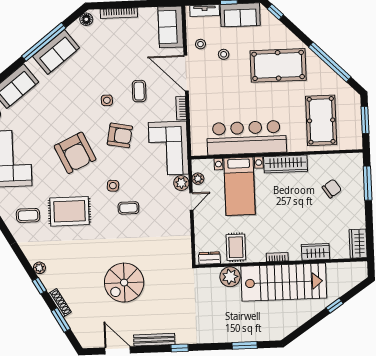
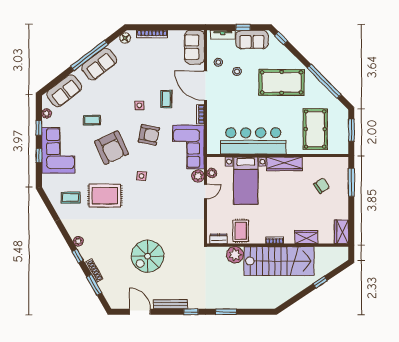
coffee table: (128, 208) -> (92, 120), moved
window: (245, 345) -> (226, 312), moved

